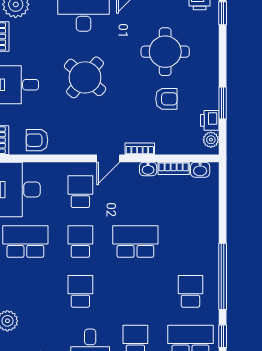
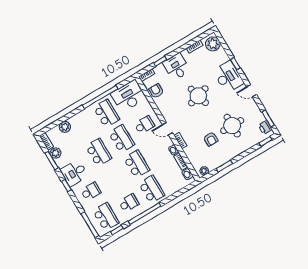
round table: (85, 77) -> (198, 96), turned 34
printer: (210, 120) -> (213, 165), removed
school desk: (80, 242) -> (121, 139), width x1.85
school desk: (190, 242) -> (152, 189), added
school desk: (80, 291) -> (99, 152), width x1.85

